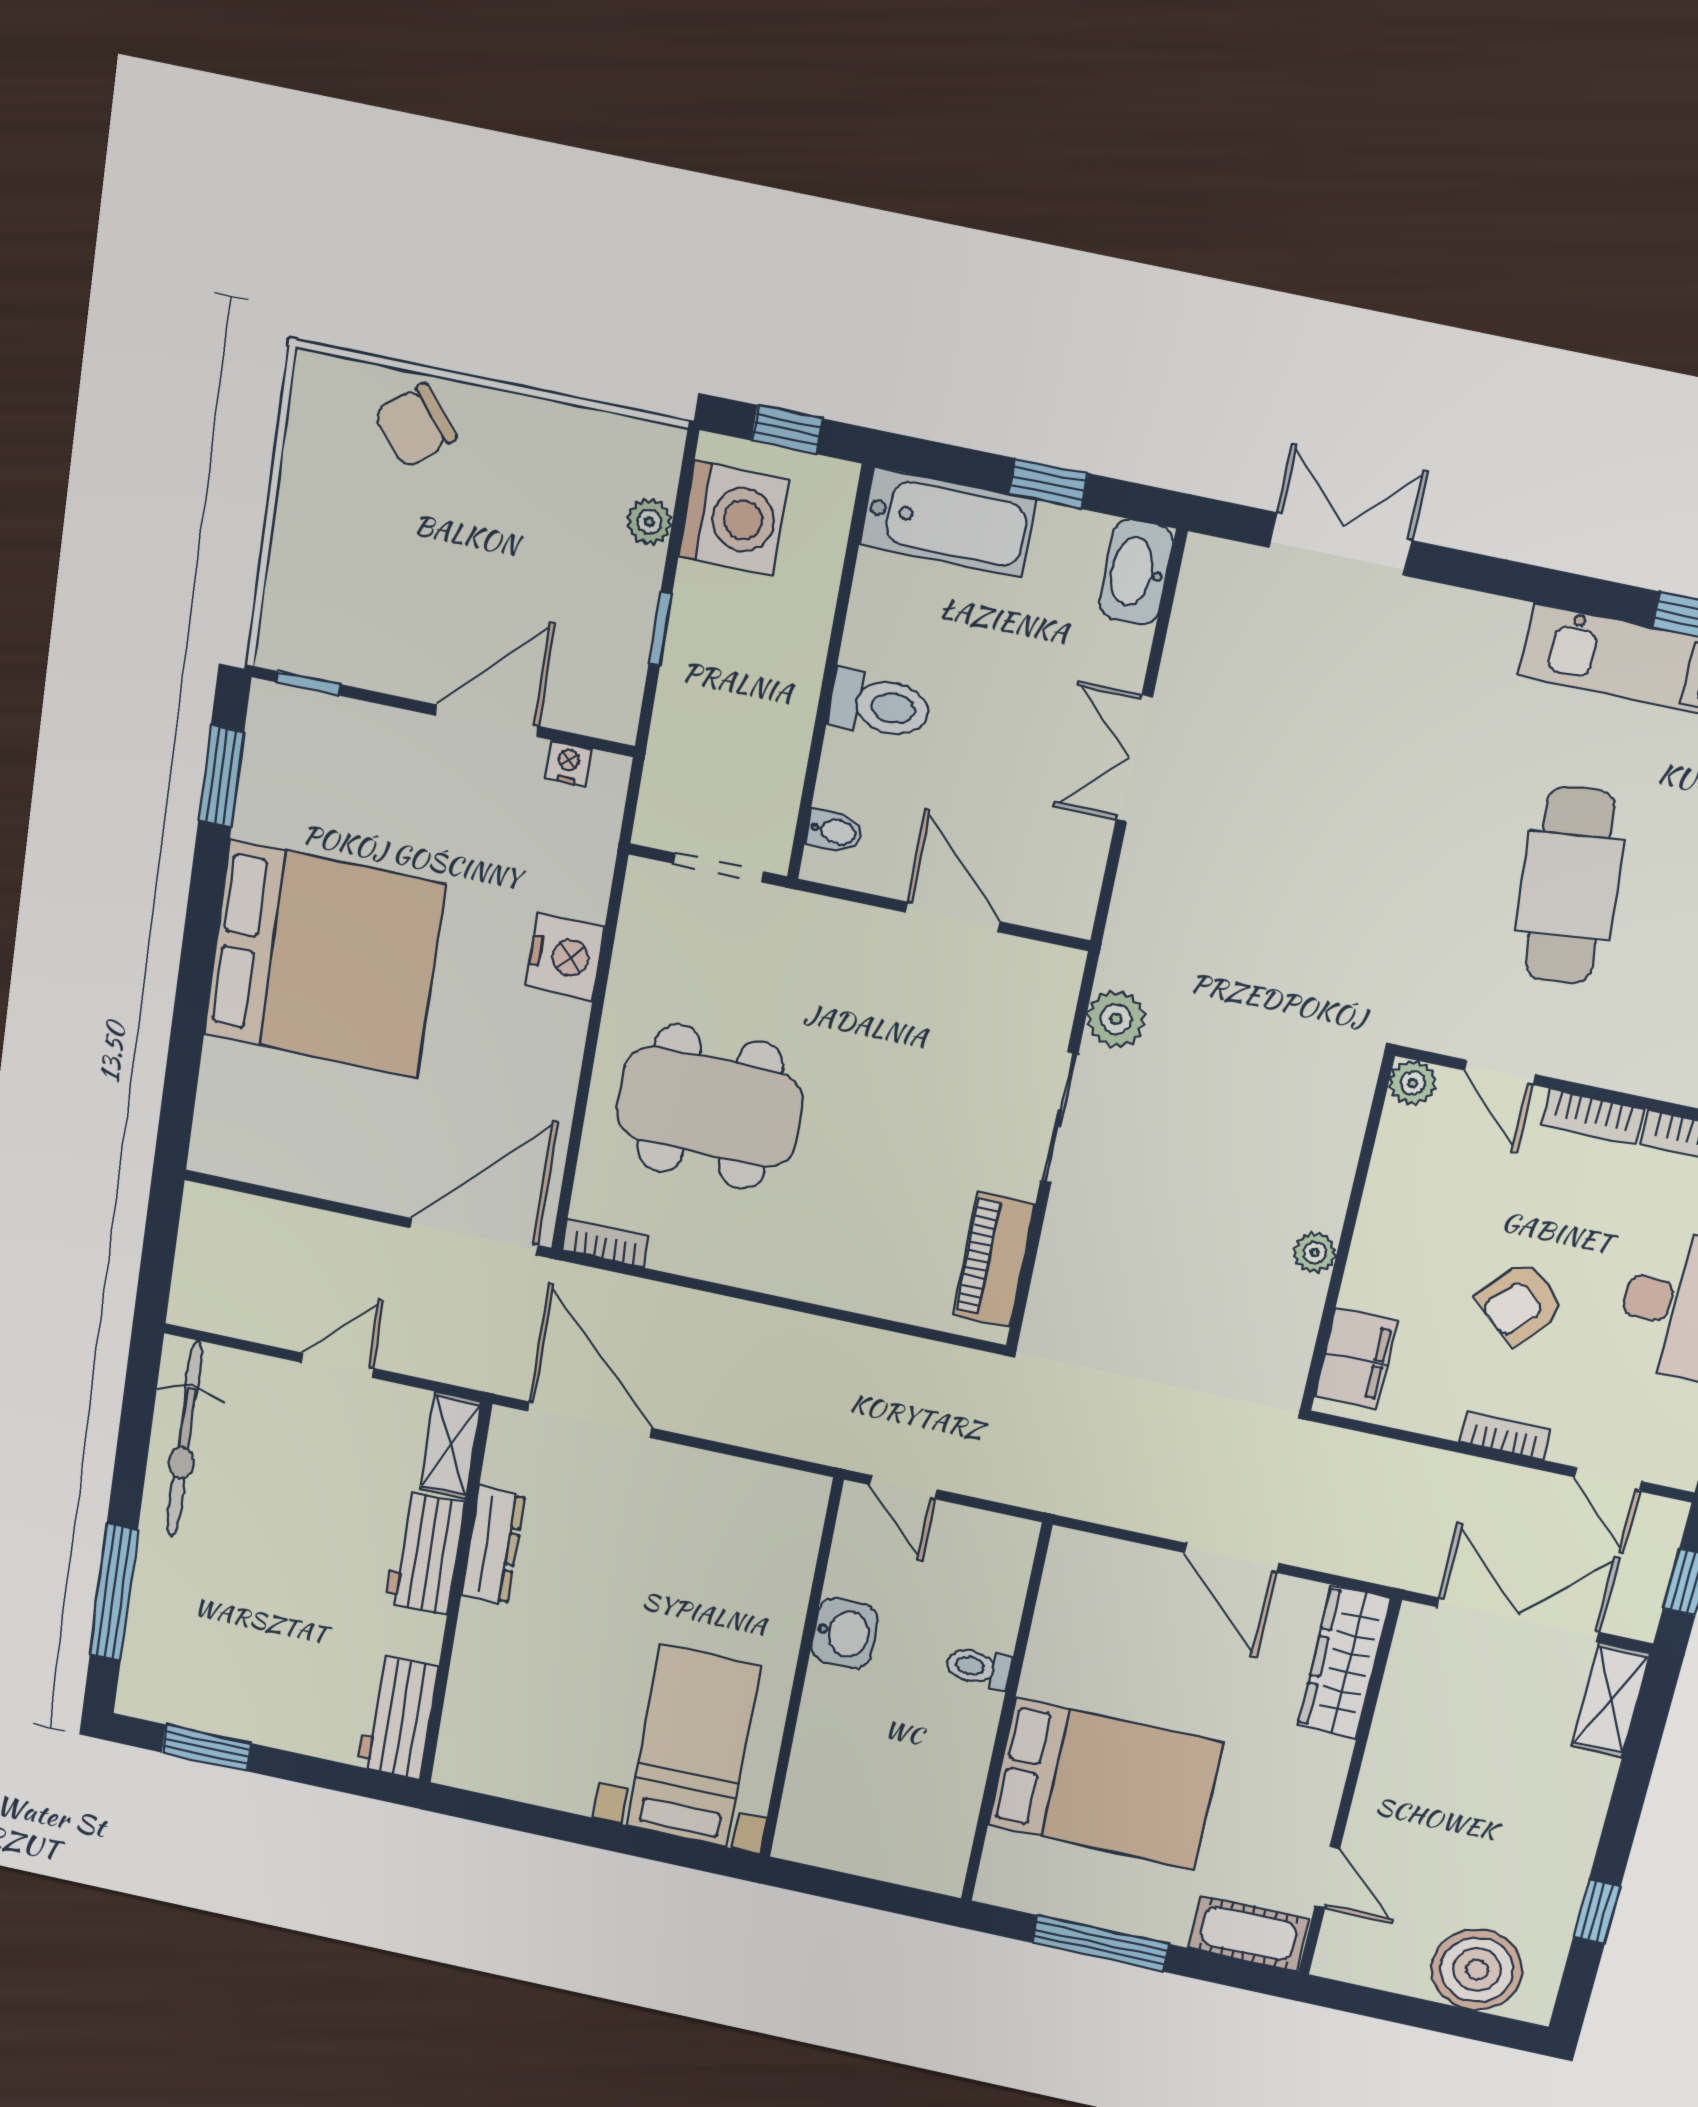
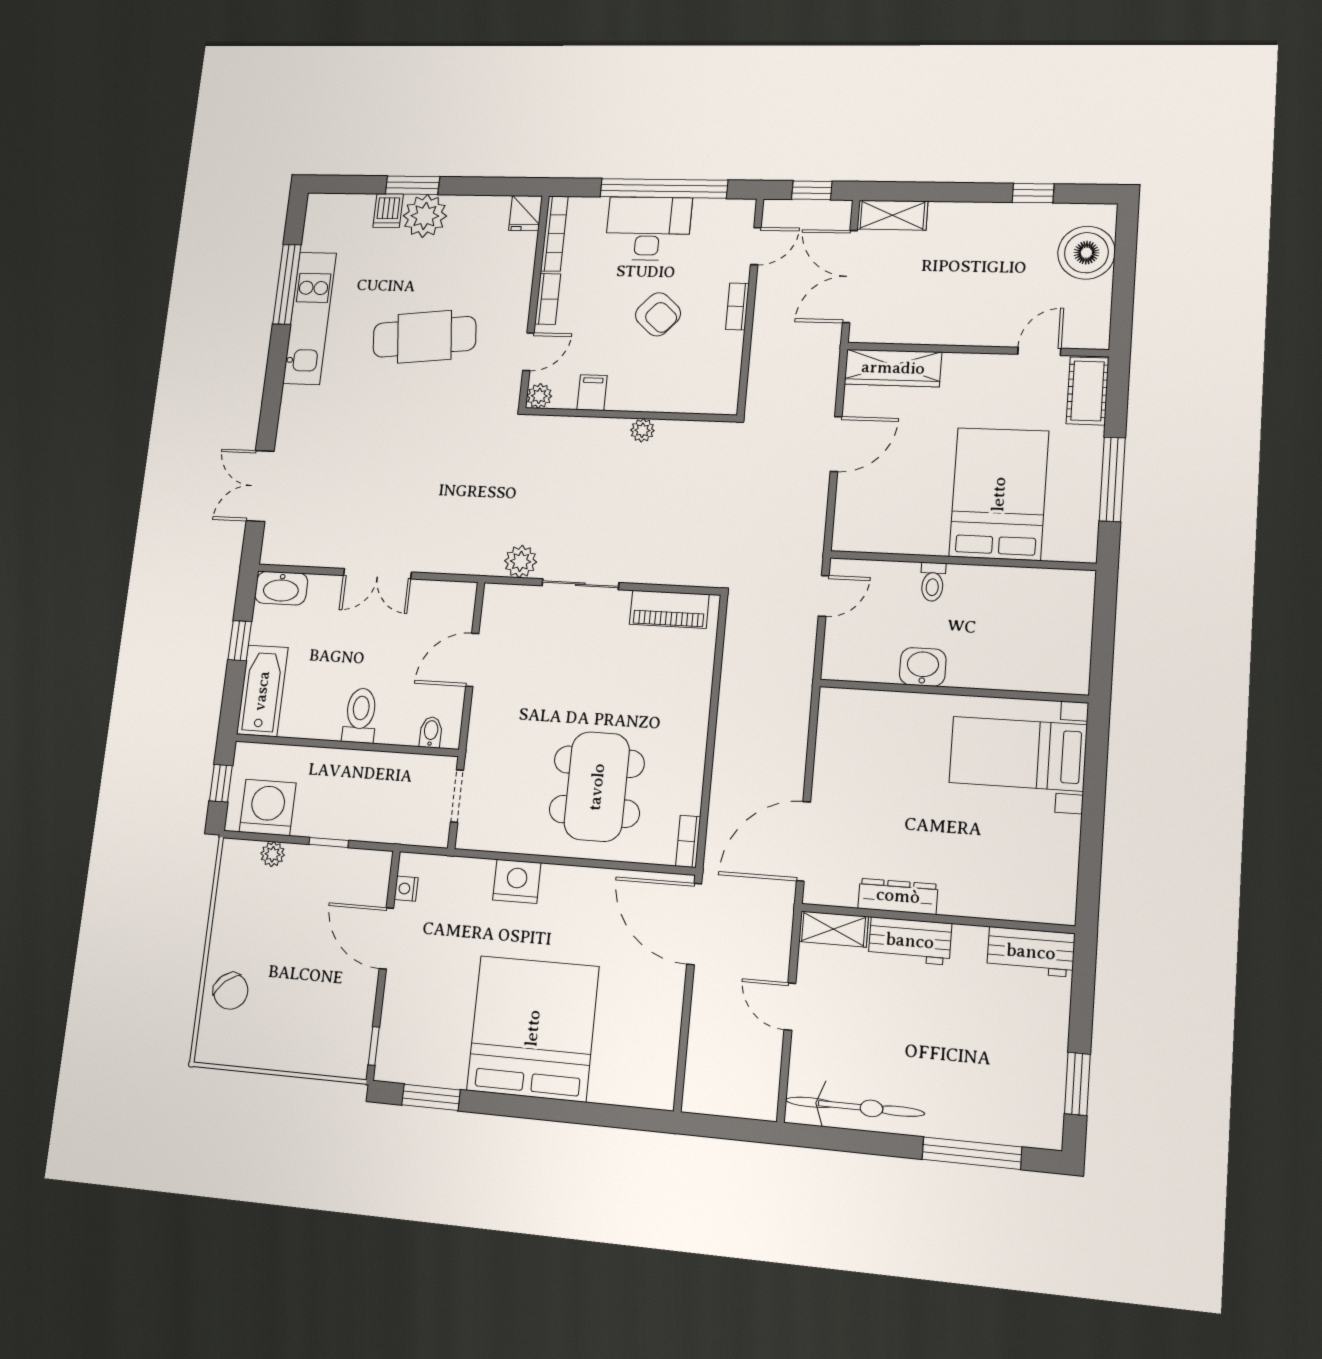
filing cabinet: (1356, 1359) -> (592, 393), moved, width x0.50
door: (903, 1487) -> (824, 596), moved

